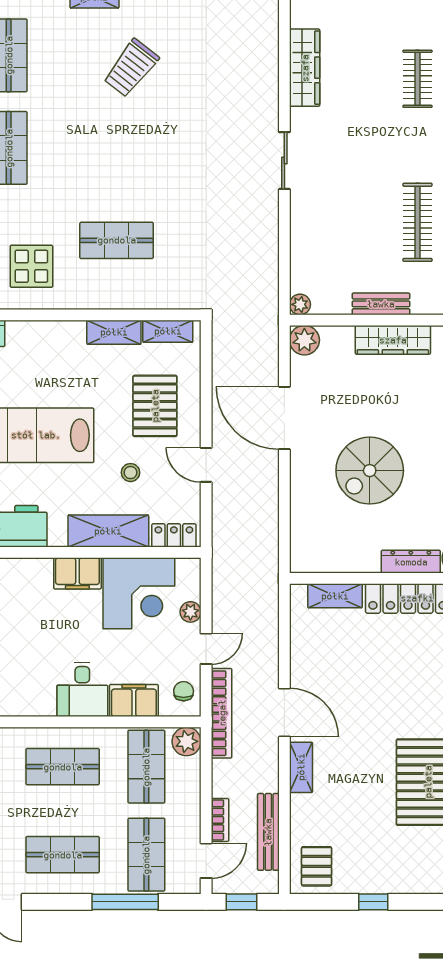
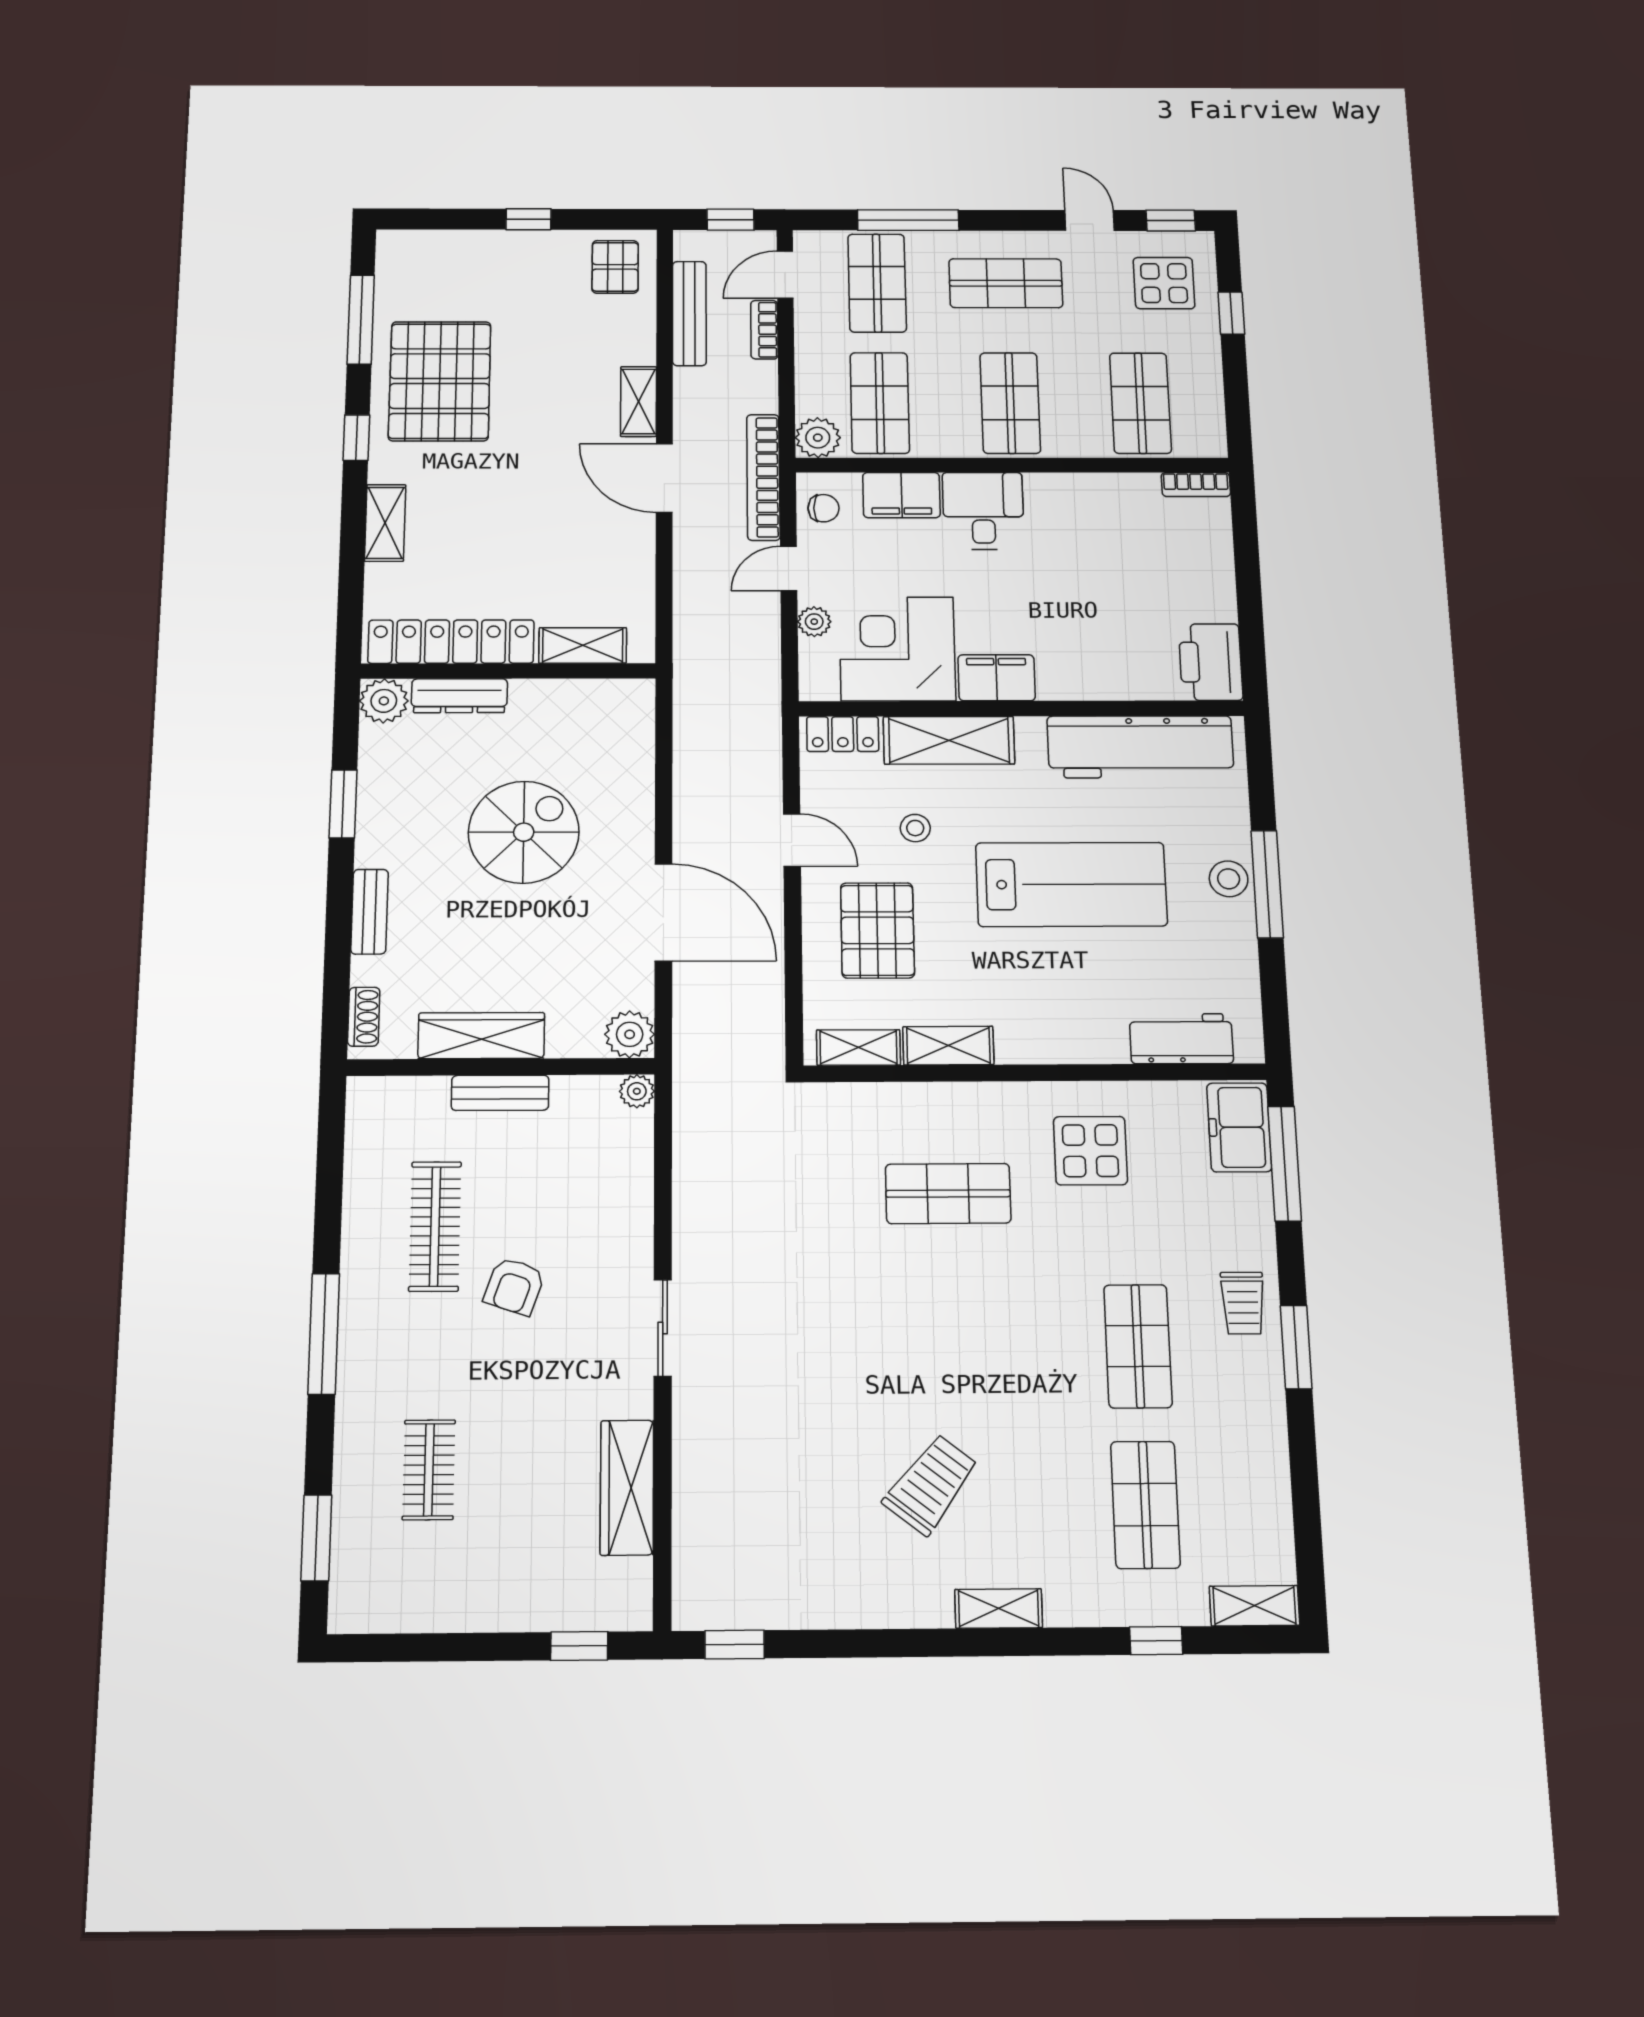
armchair: (371, 186) -> (514, 1286), added
chair: (184, 691) -> (824, 508), turned -90
shop shelf: (63, 767) -> (1010, 403), turned 90

